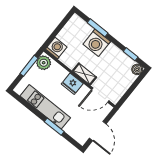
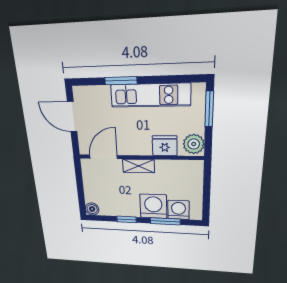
washing machine: (56, 48) -> (178, 210), moved, turned 180
window: (131, 54) -> (127, 219), moved
window: (29, 66) -> (209, 109), moved
fridge: (72, 84) -> (165, 146), moved

